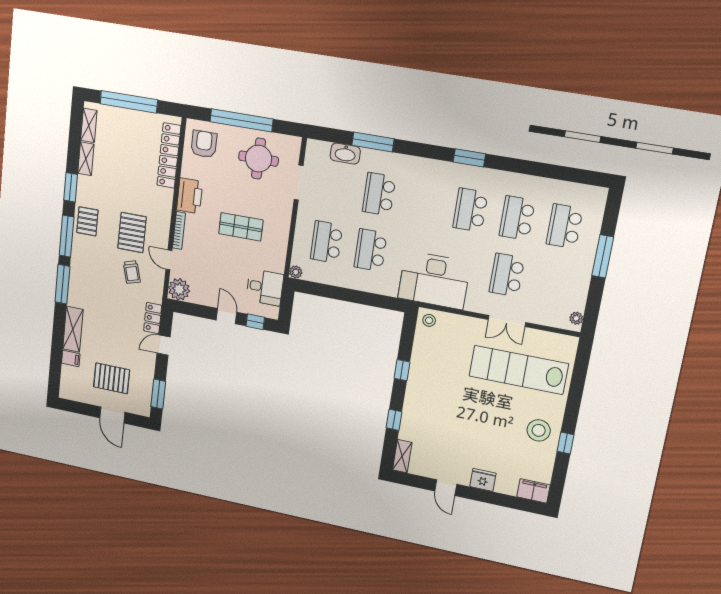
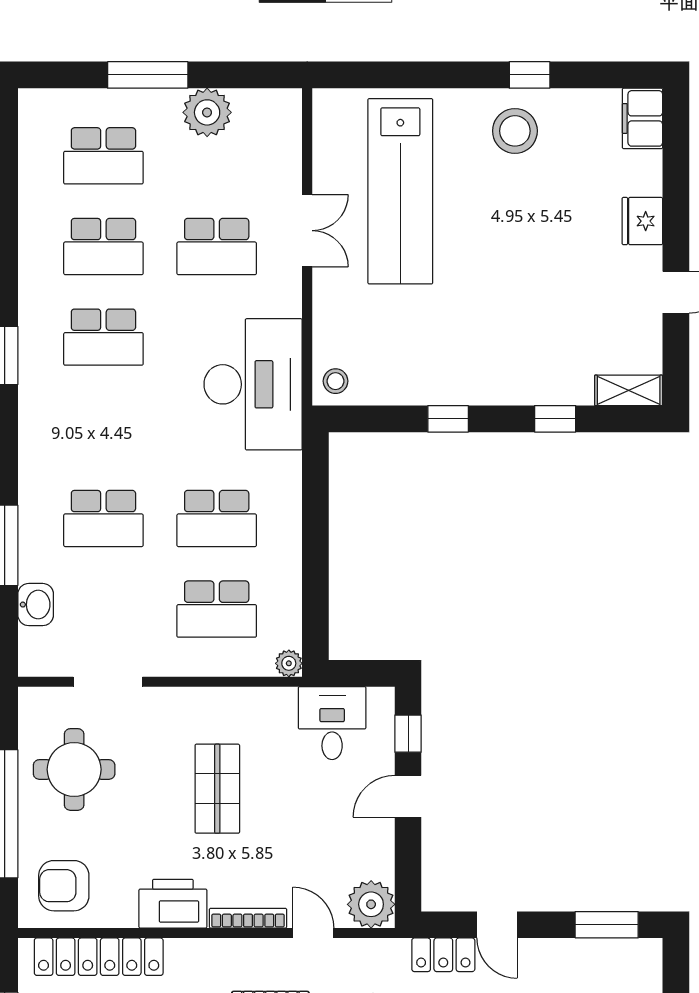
washbasin: (345, 154) -> (36, 605), width x0.72
door: (169, 260) -> (313, 933), swing flipped
plant: (576, 318) -> (207, 112), moved, width x1.88, depth x1.88

